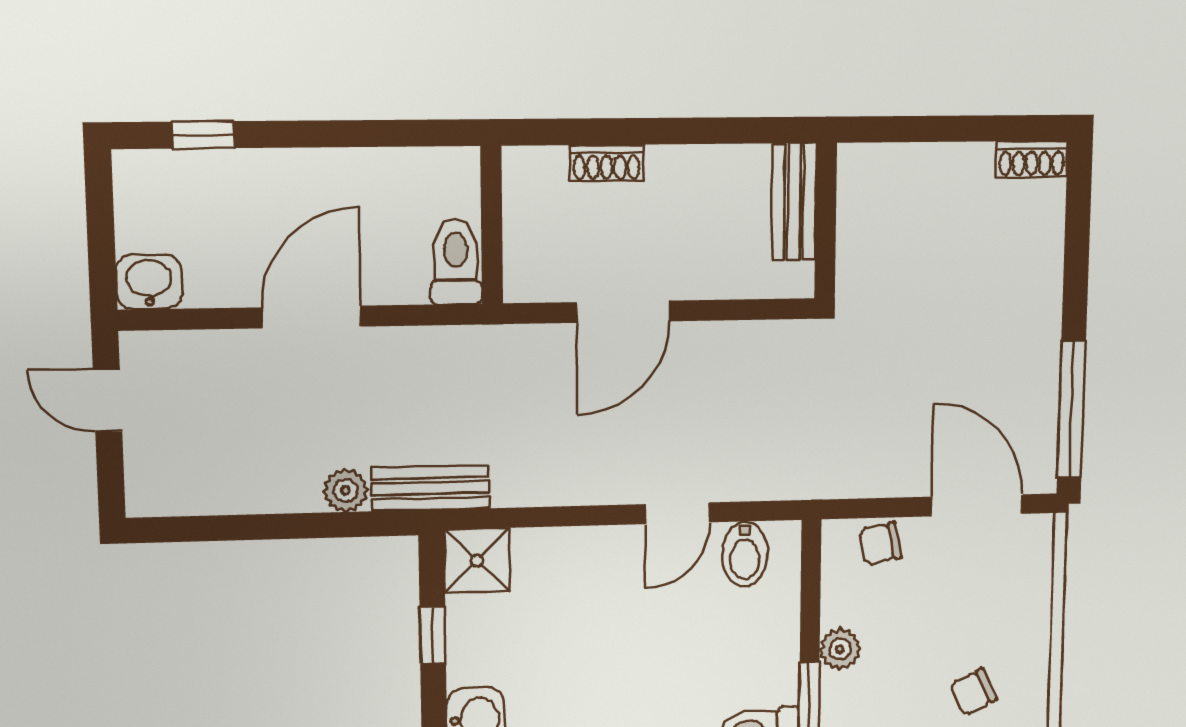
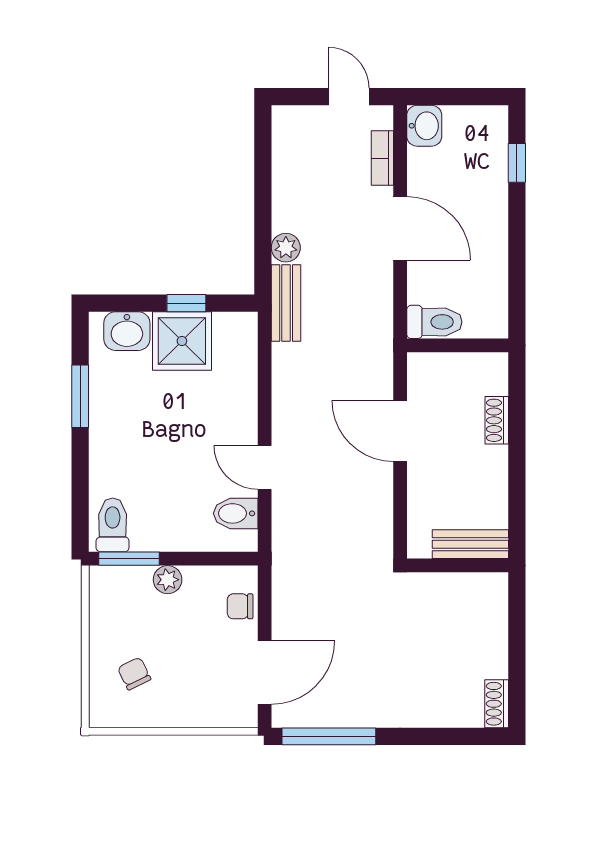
bookcase: (202, 346) -> (382, 158), added
door: (108, 400) -> (349, 97), hinge flipped
chair: (880, 544) -> (240, 606), turned -79
shower: (477, 561) -> (182, 341), moved, width x1.36, depth x1.36

